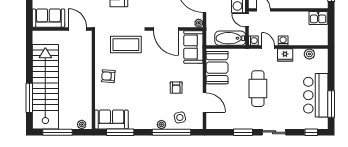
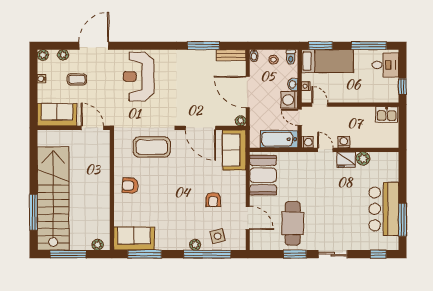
plant: (309, 54) -> (363, 159), moved
cafe table: (258, 89) -> (293, 223), moved

